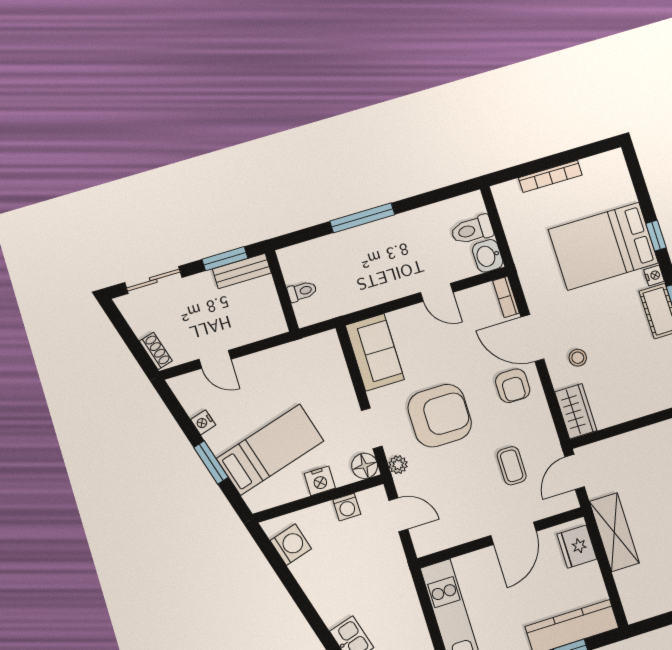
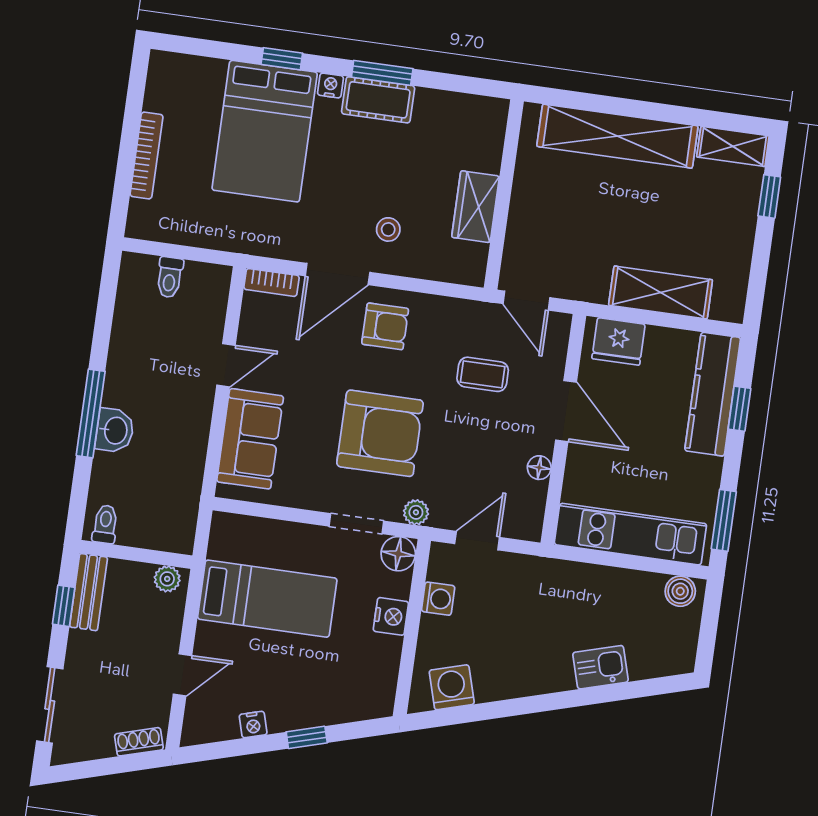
toilet: (472, 230) -> (170, 277), width x0.73, depth x0.72
washbasin: (488, 256) -> (115, 430), moved, turned -90
window: (225, 259) -> (64, 606), width x0.67
toilet: (302, 291) -> (105, 524), moved
plant: (275, 319) -> (167, 579), added
sofa: (375, 352) -> (250, 439), moved, turned 90
wardrobe: (576, 411) -> (476, 207), moved, turned -90
armchair: (440, 416) -> (380, 433), turned 90
bed: (270, 450) -> (267, 599), moved, turned 106
window: (211, 462) -> (307, 737), width x0.67
shelving: (614, 532) -> (661, 292), moved
floor lamp: (467, 533) -> (539, 468), added

